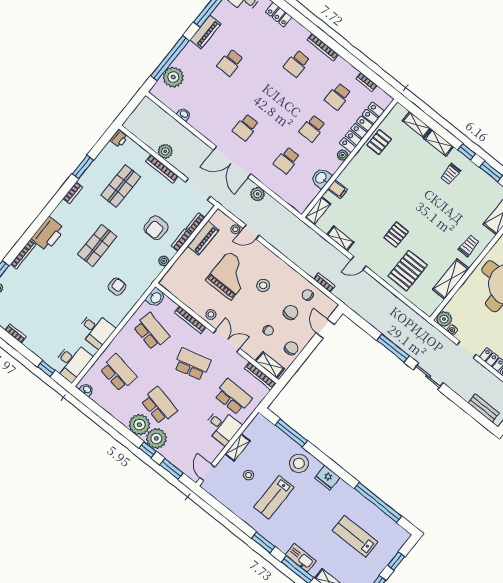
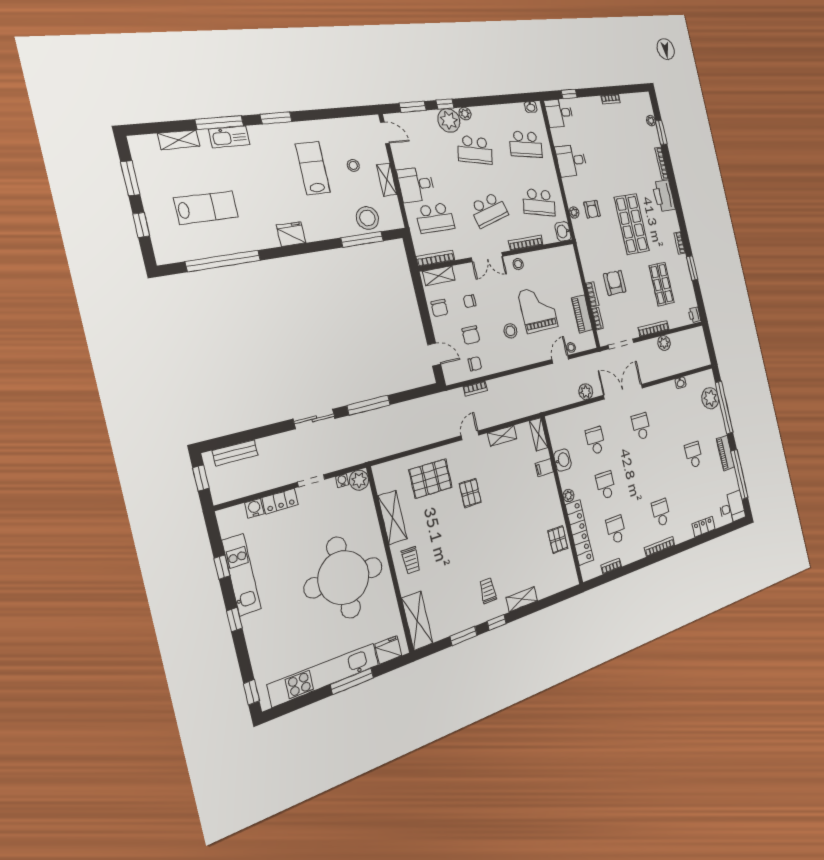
shelving: (417, 125) -> (550, 588), removed
shop shelf: (97, 246) -> (632, 224), width x1.43, depth x1.36
plant: (164, 261) -> (574, 212), moved
pallet: (408, 271) -> (431, 479), turned 90
grand piano: (230, 276) -> (538, 309), turned 180
desk: (72, 362) -> (559, 113), width x0.73
plant: (139, 425) -> (465, 114), width x0.53, depth x0.53
stool: (299, 463) -> (367, 218), moved

